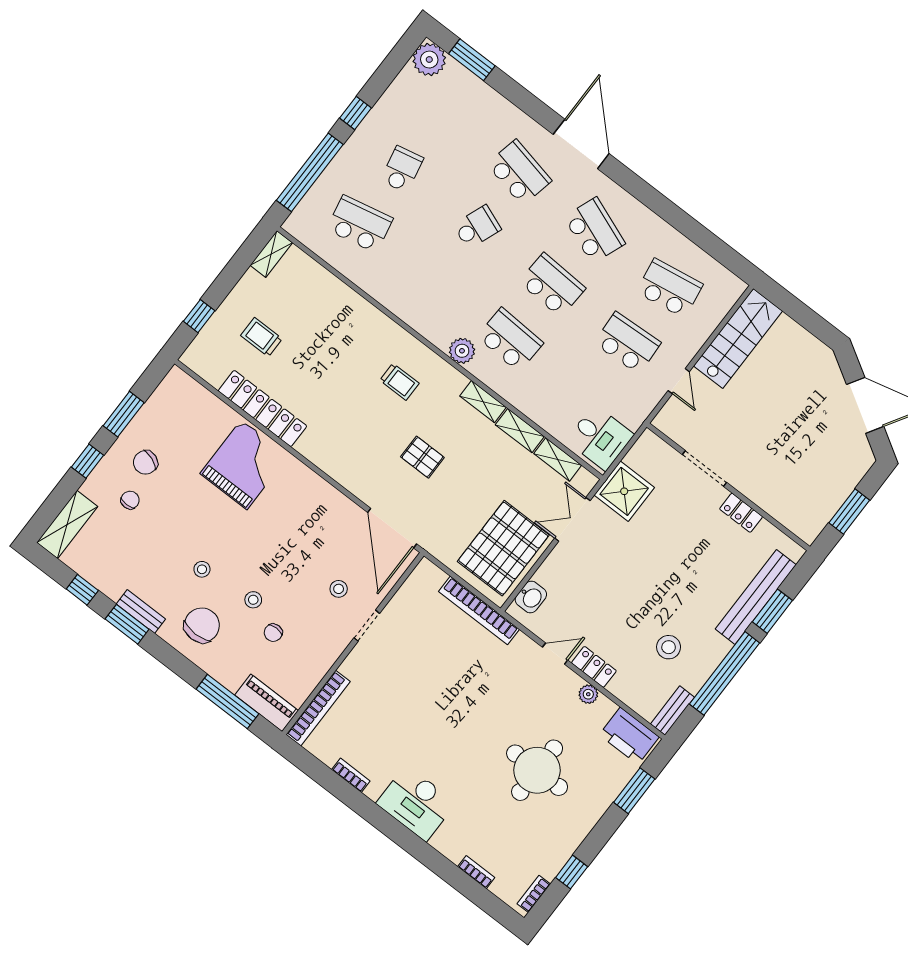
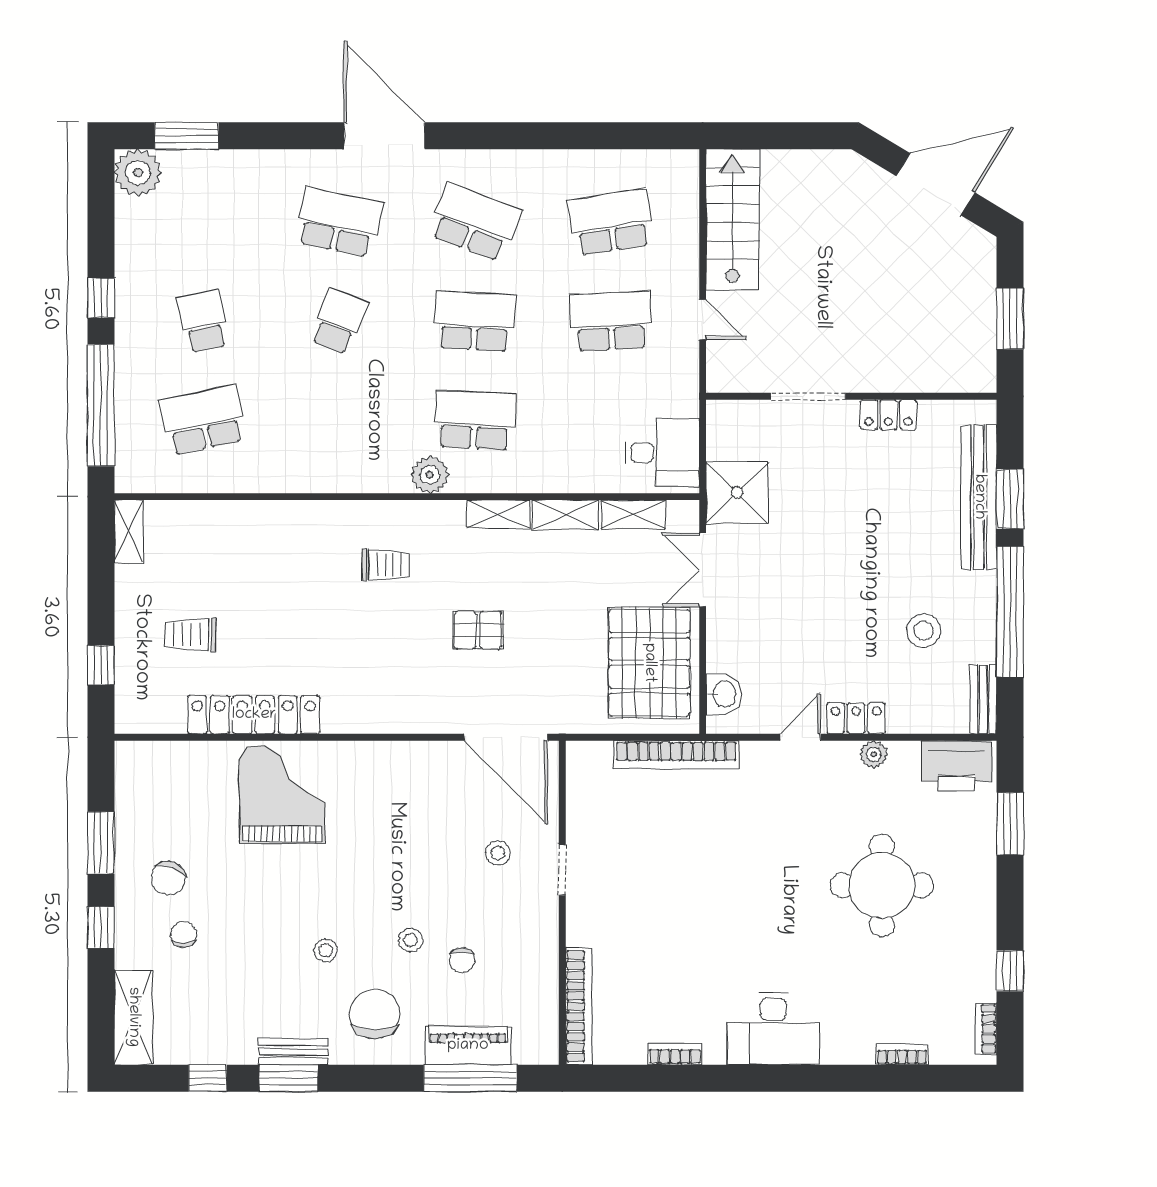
piano: (267, 703) -> (468, 1046), moved

